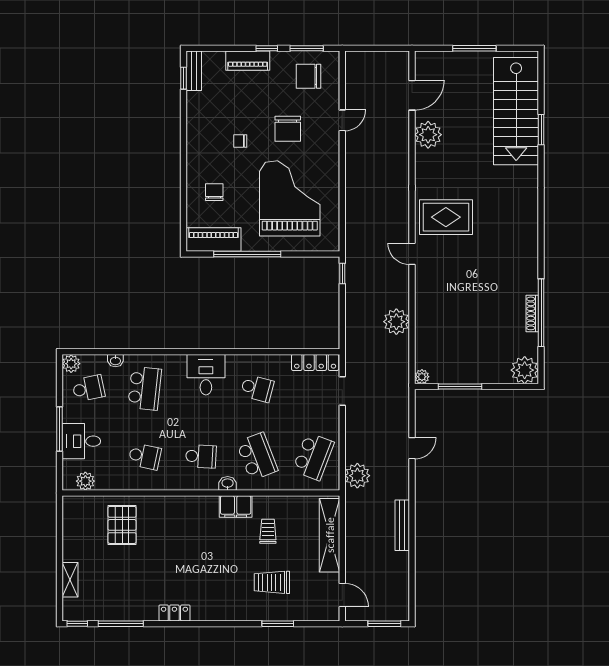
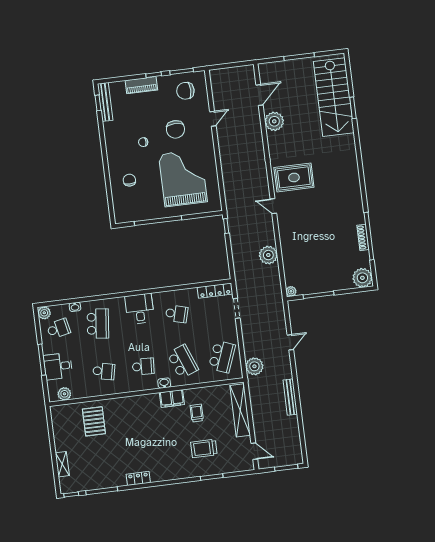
bench: (194, 71) -> (105, 102), width x1.36
piano: (213, 239) -> (133, 213), removed

